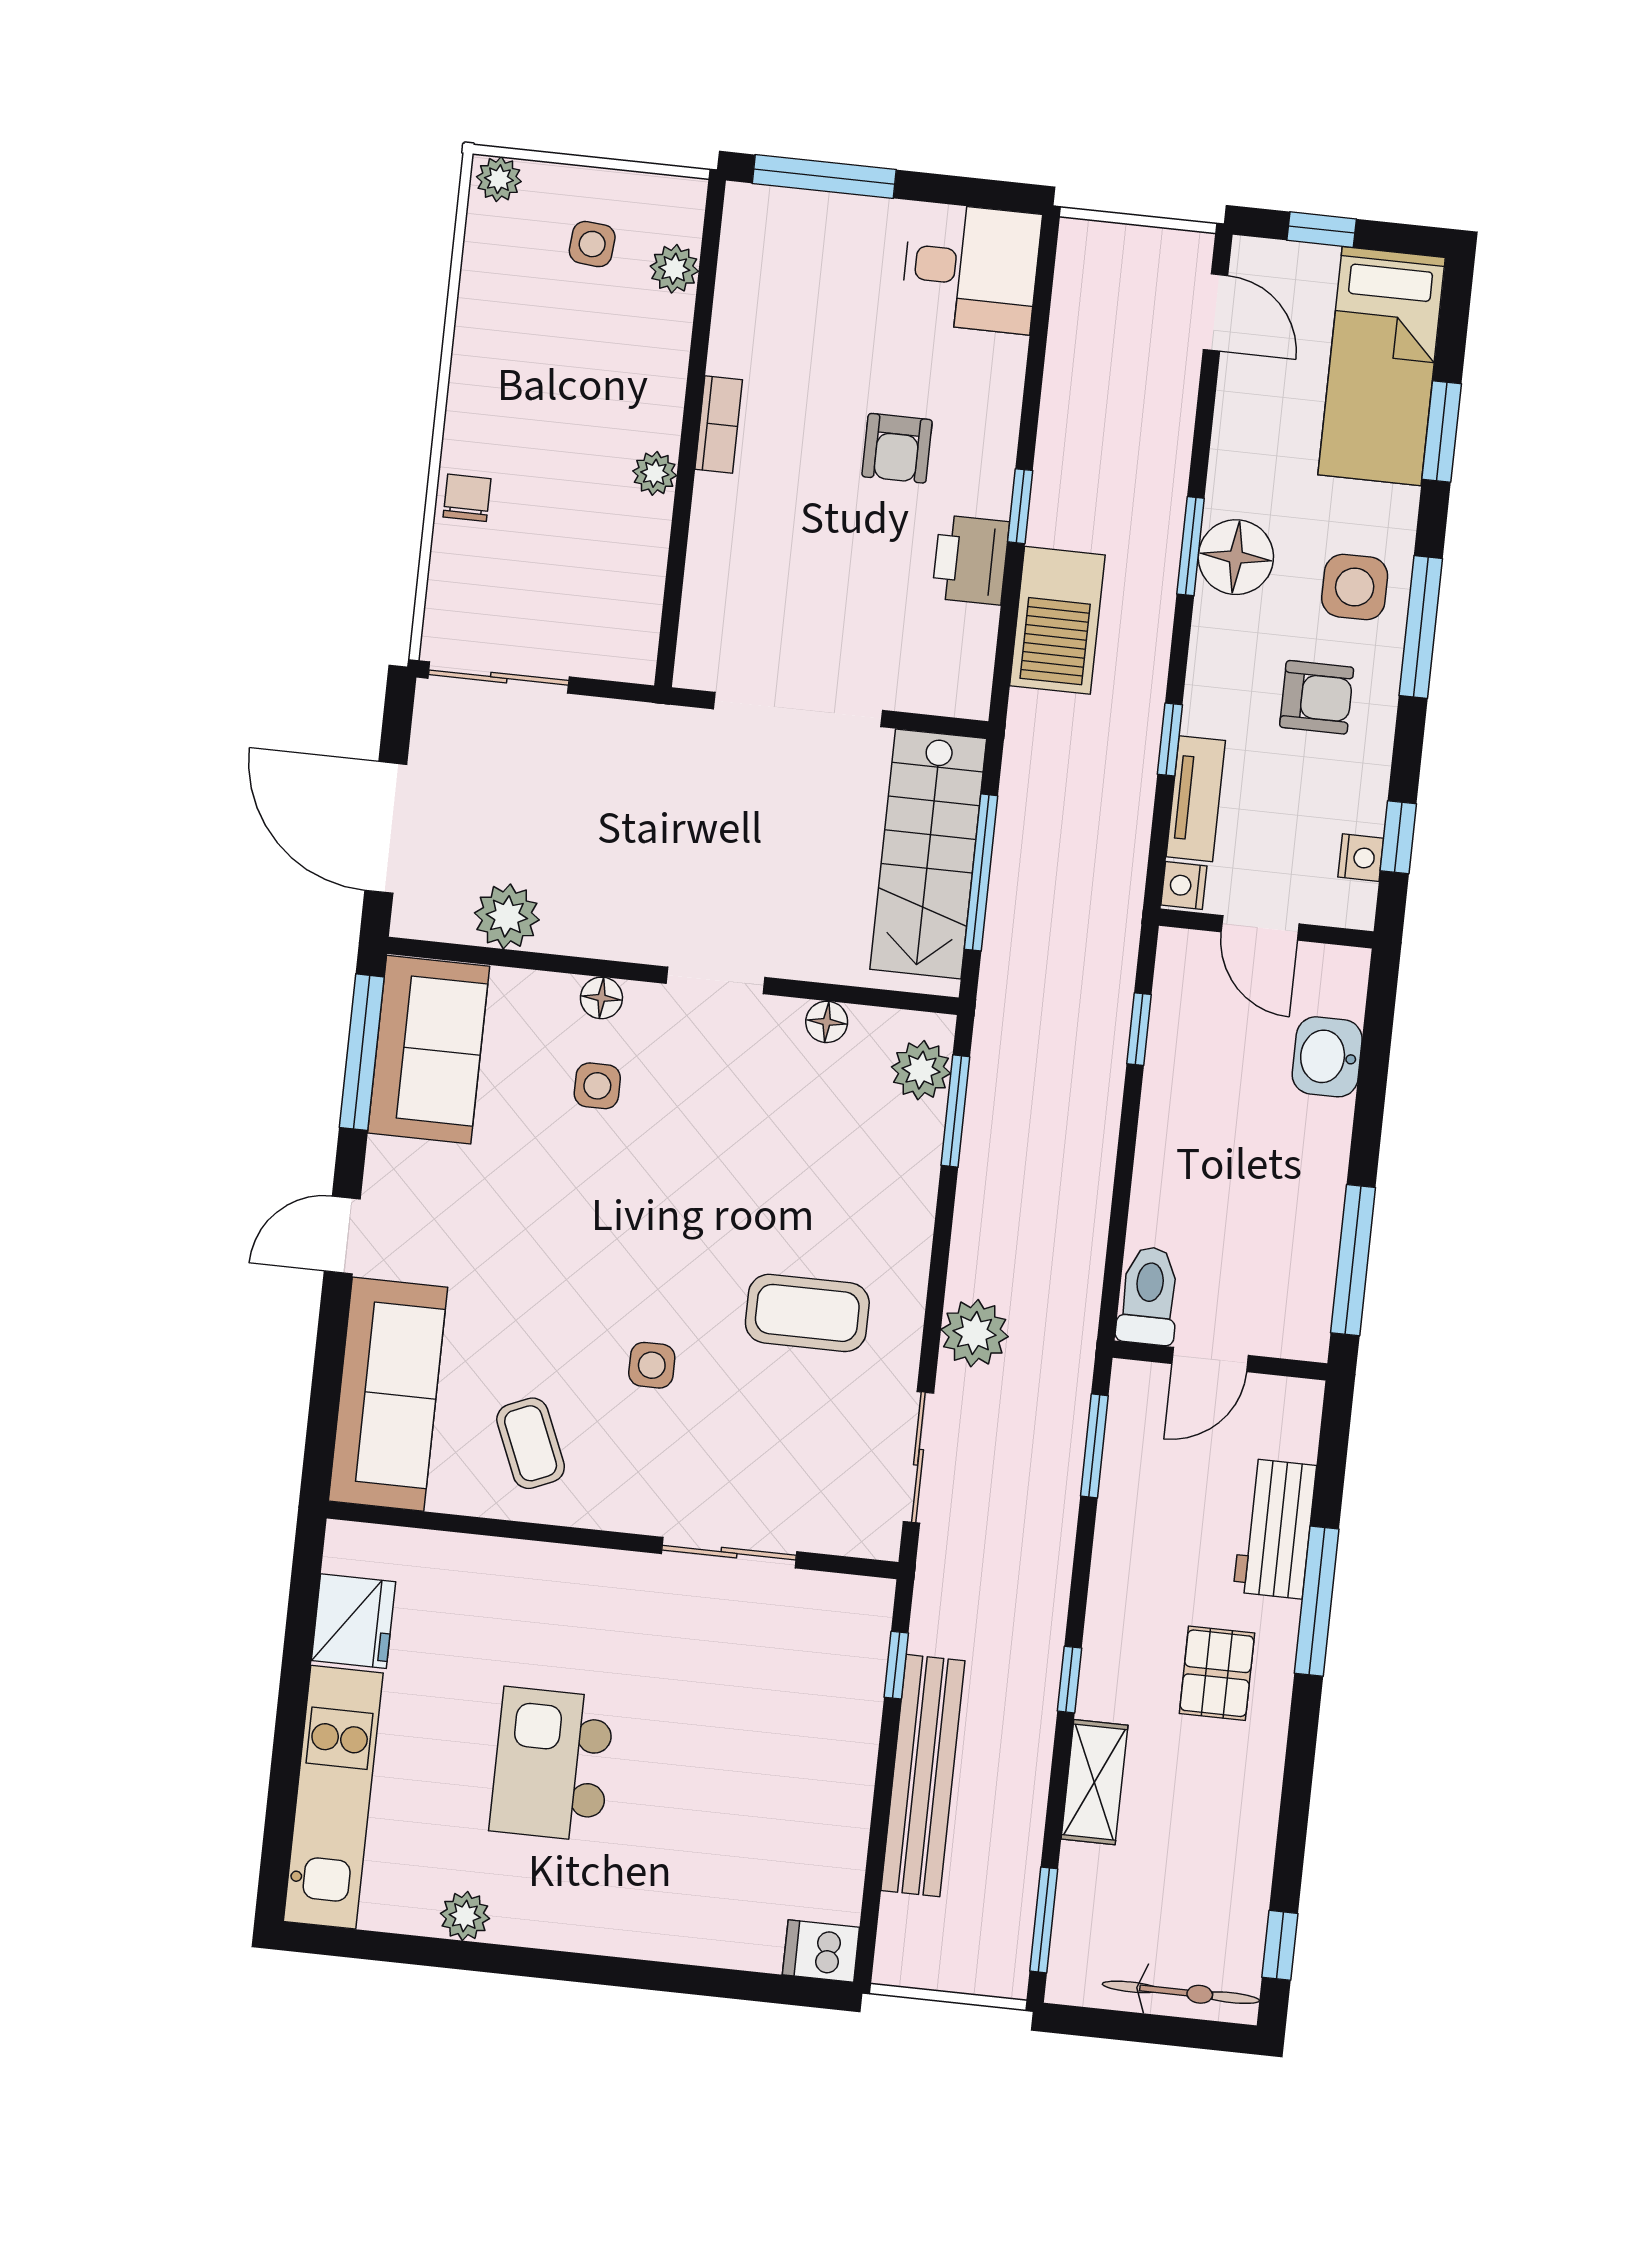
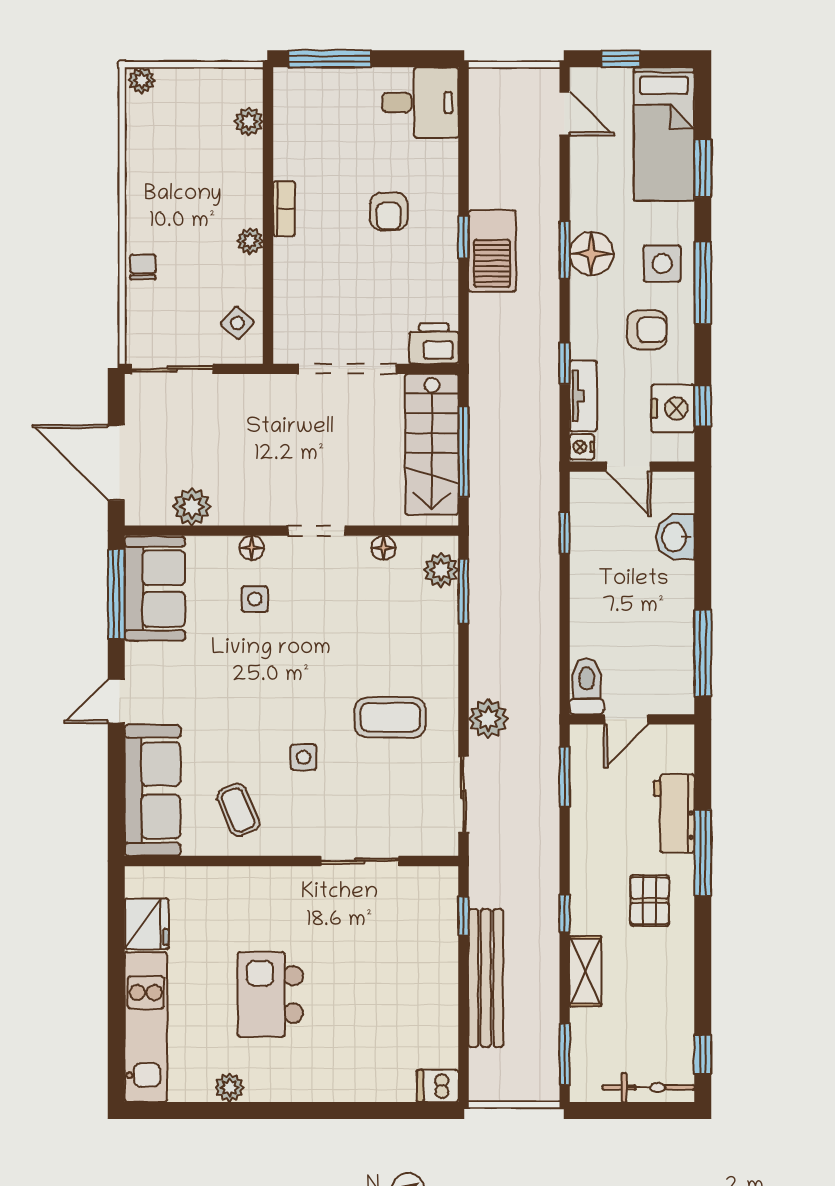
side table: (592, 244) -> (237, 323), moved, turned 37
printer: (971, 560) -> (434, 344), moved, turned 90
barbecue: (1057, 620) -> (492, 251), moved
nightstand: (1361, 858) -> (673, 408), width x1.89, depth x1.79

